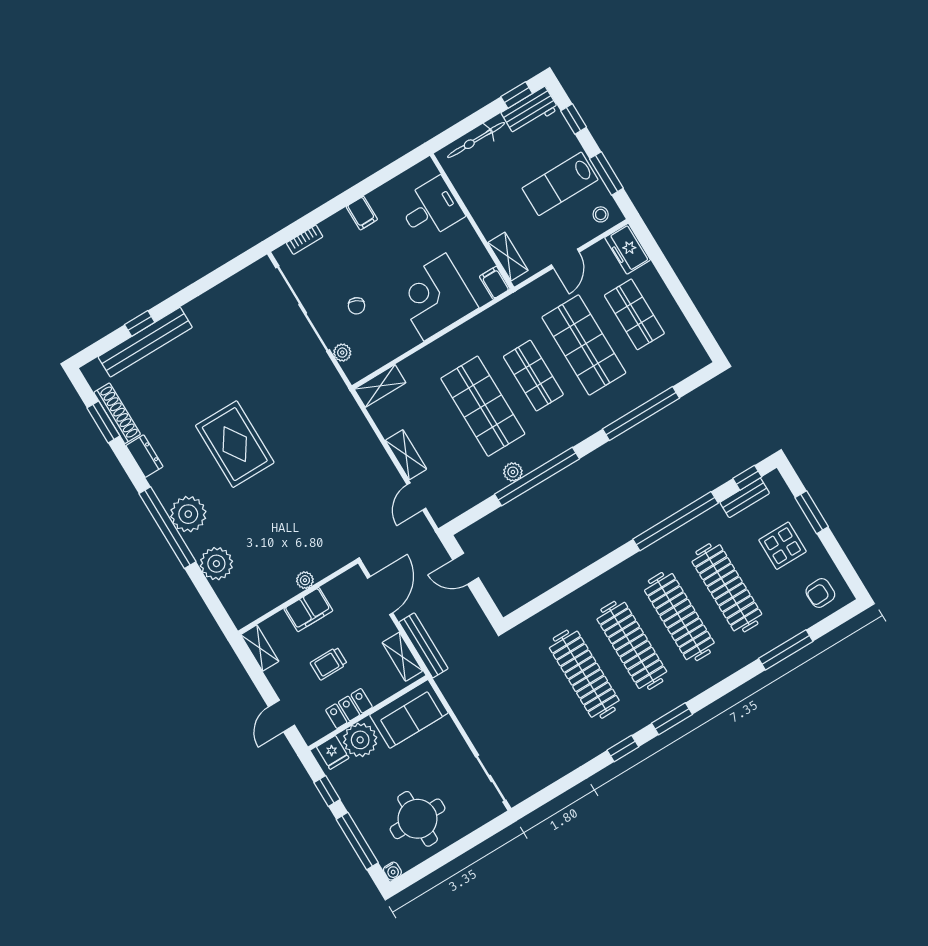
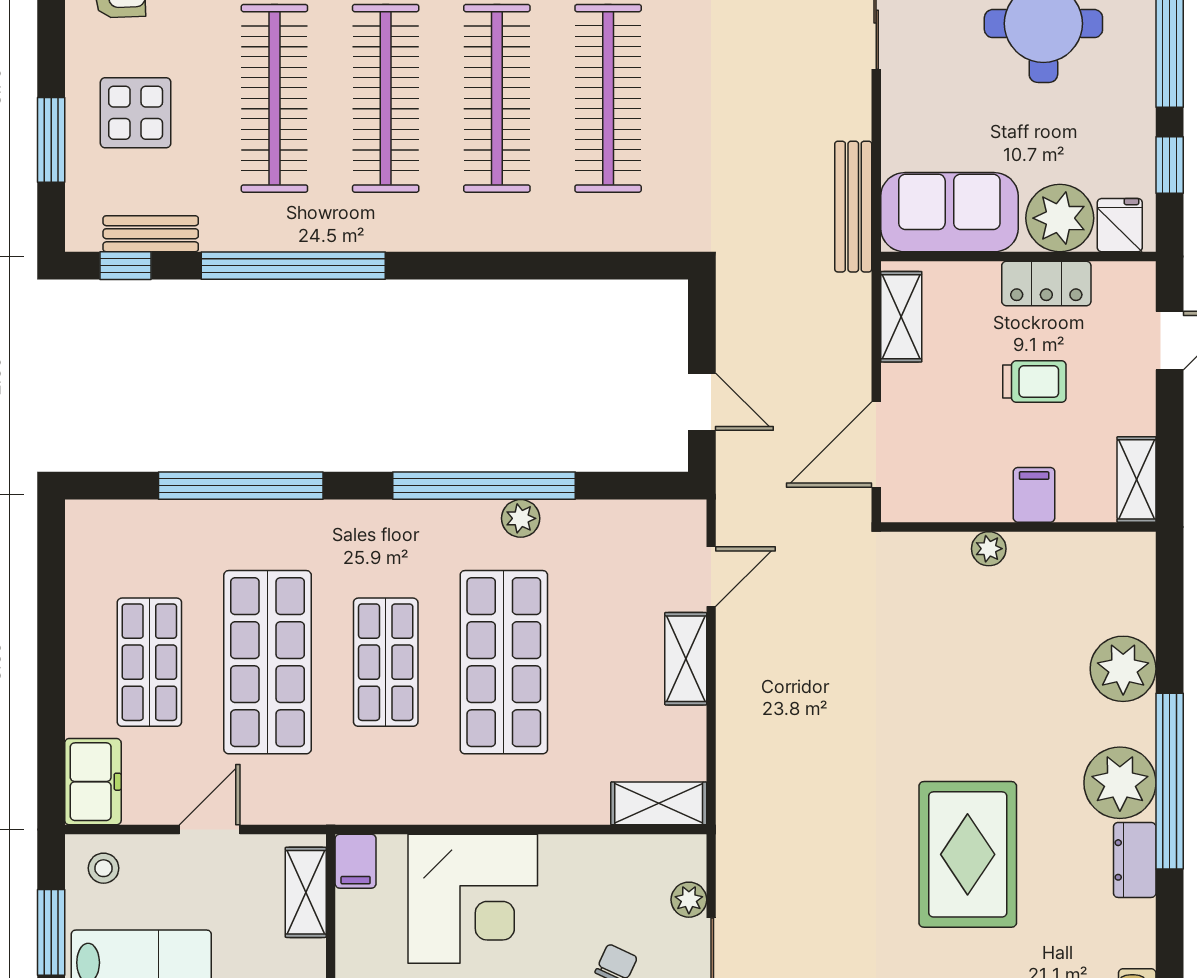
dresser: (145, 456) -> (1135, 860), moved
filing cabinet: (308, 610) -> (1034, 495), width x0.50
bench: (424, 645) -> (853, 207), moved

